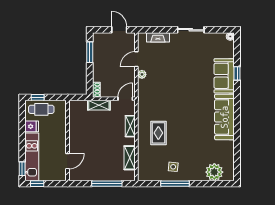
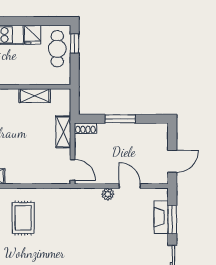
window: (160, 30) -> (172, 219), added
window: (90, 52) -> (120, 119), moved
shelving: (130, 126) -> (35, 96), moved
rug: (158, 133) -> (23, 218), turned 90

